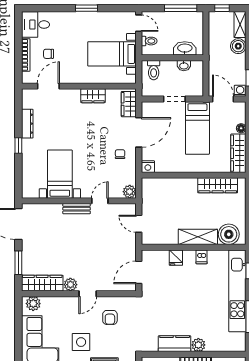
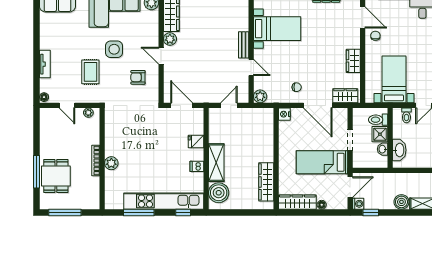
chair: (49, 54) -> (375, 36), moved
shower: (168, 68) -> (380, 134), added
kitchen counter: (175, 344) -> (112, 140), removed

